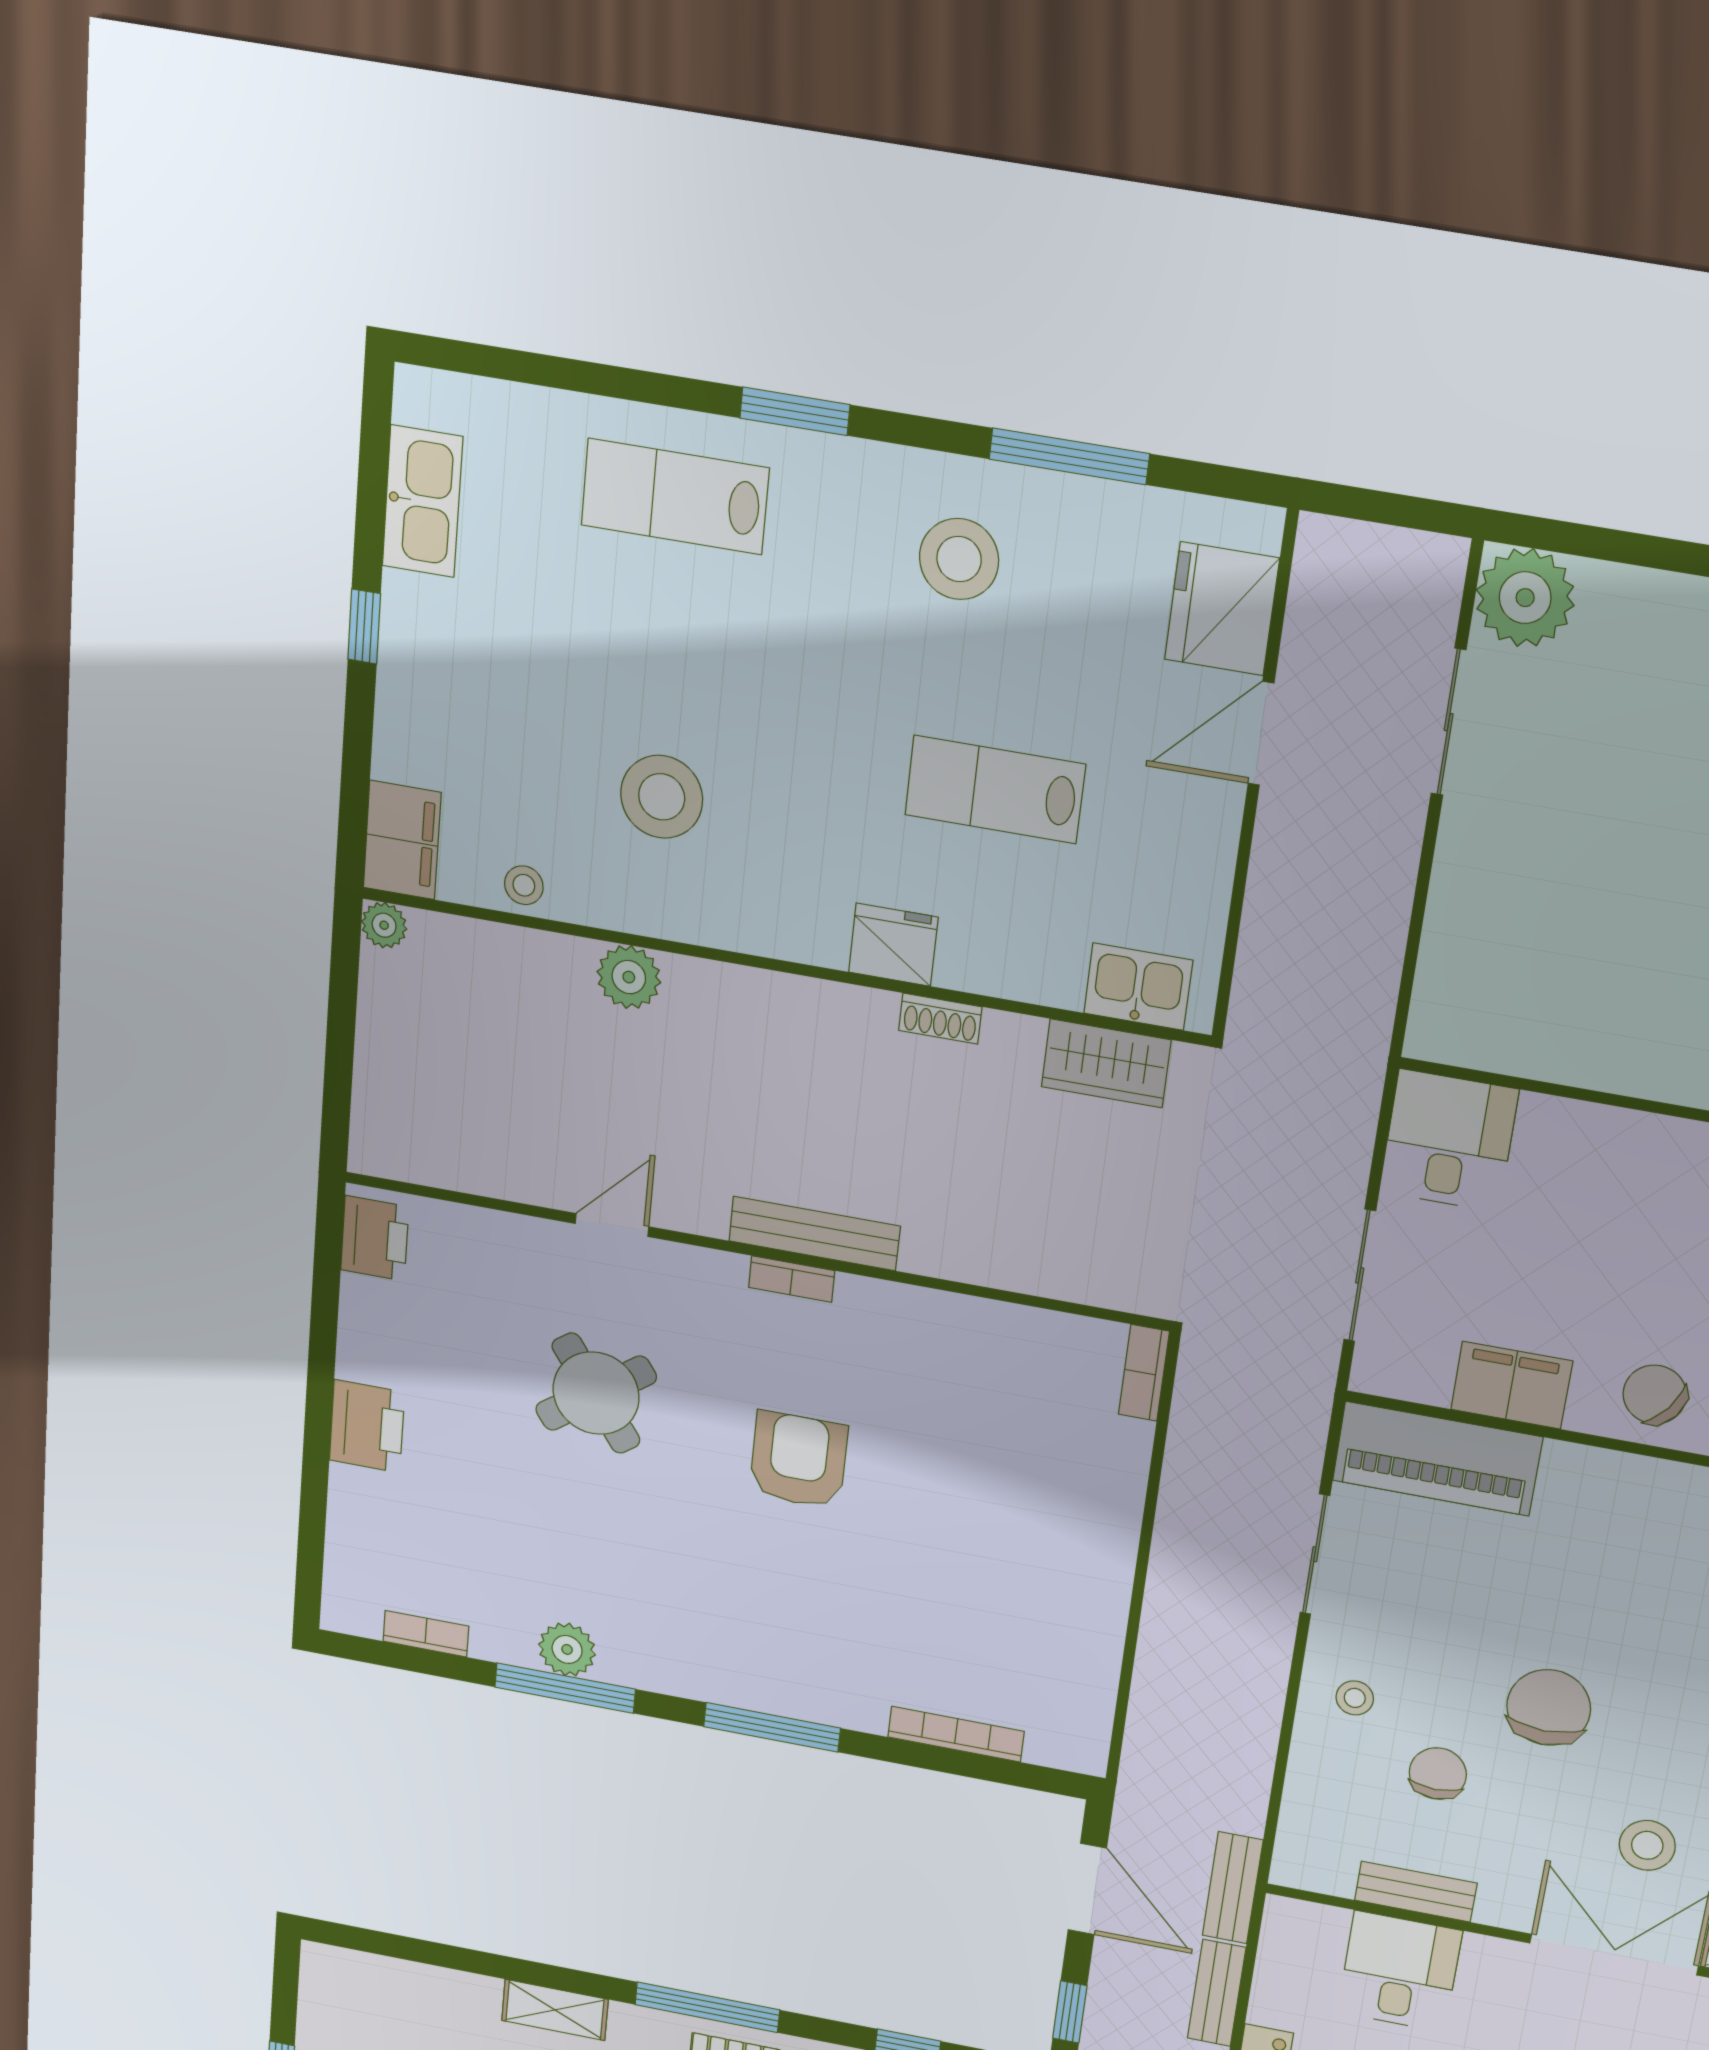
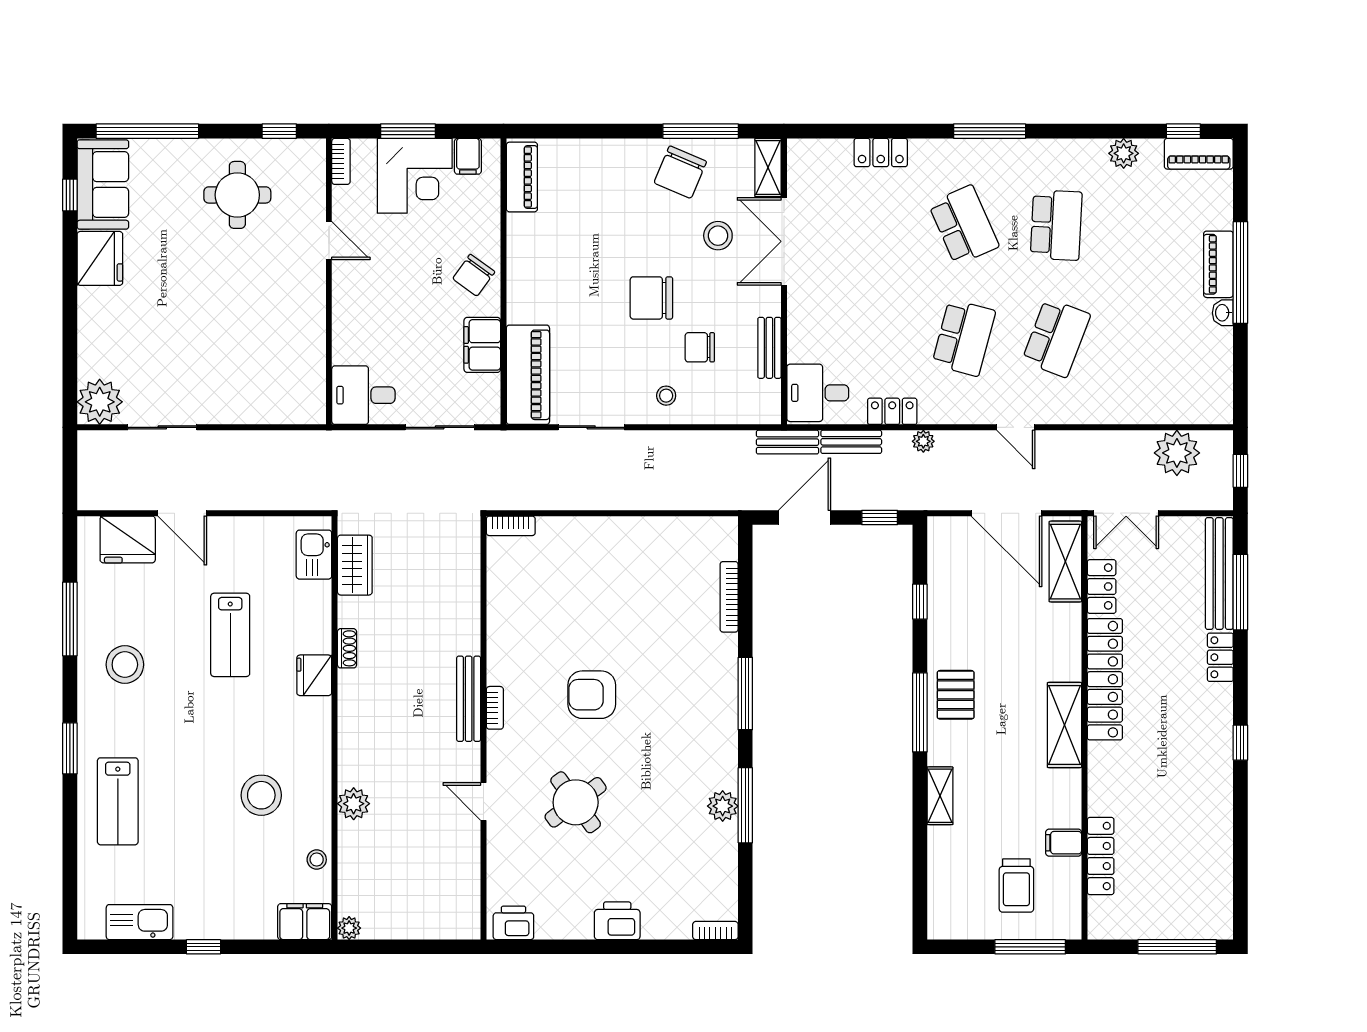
bookcase: (426, 1634) -> (715, 931), moved, turned 90
desk: (1400, 1972) -> (818, 393), moved

